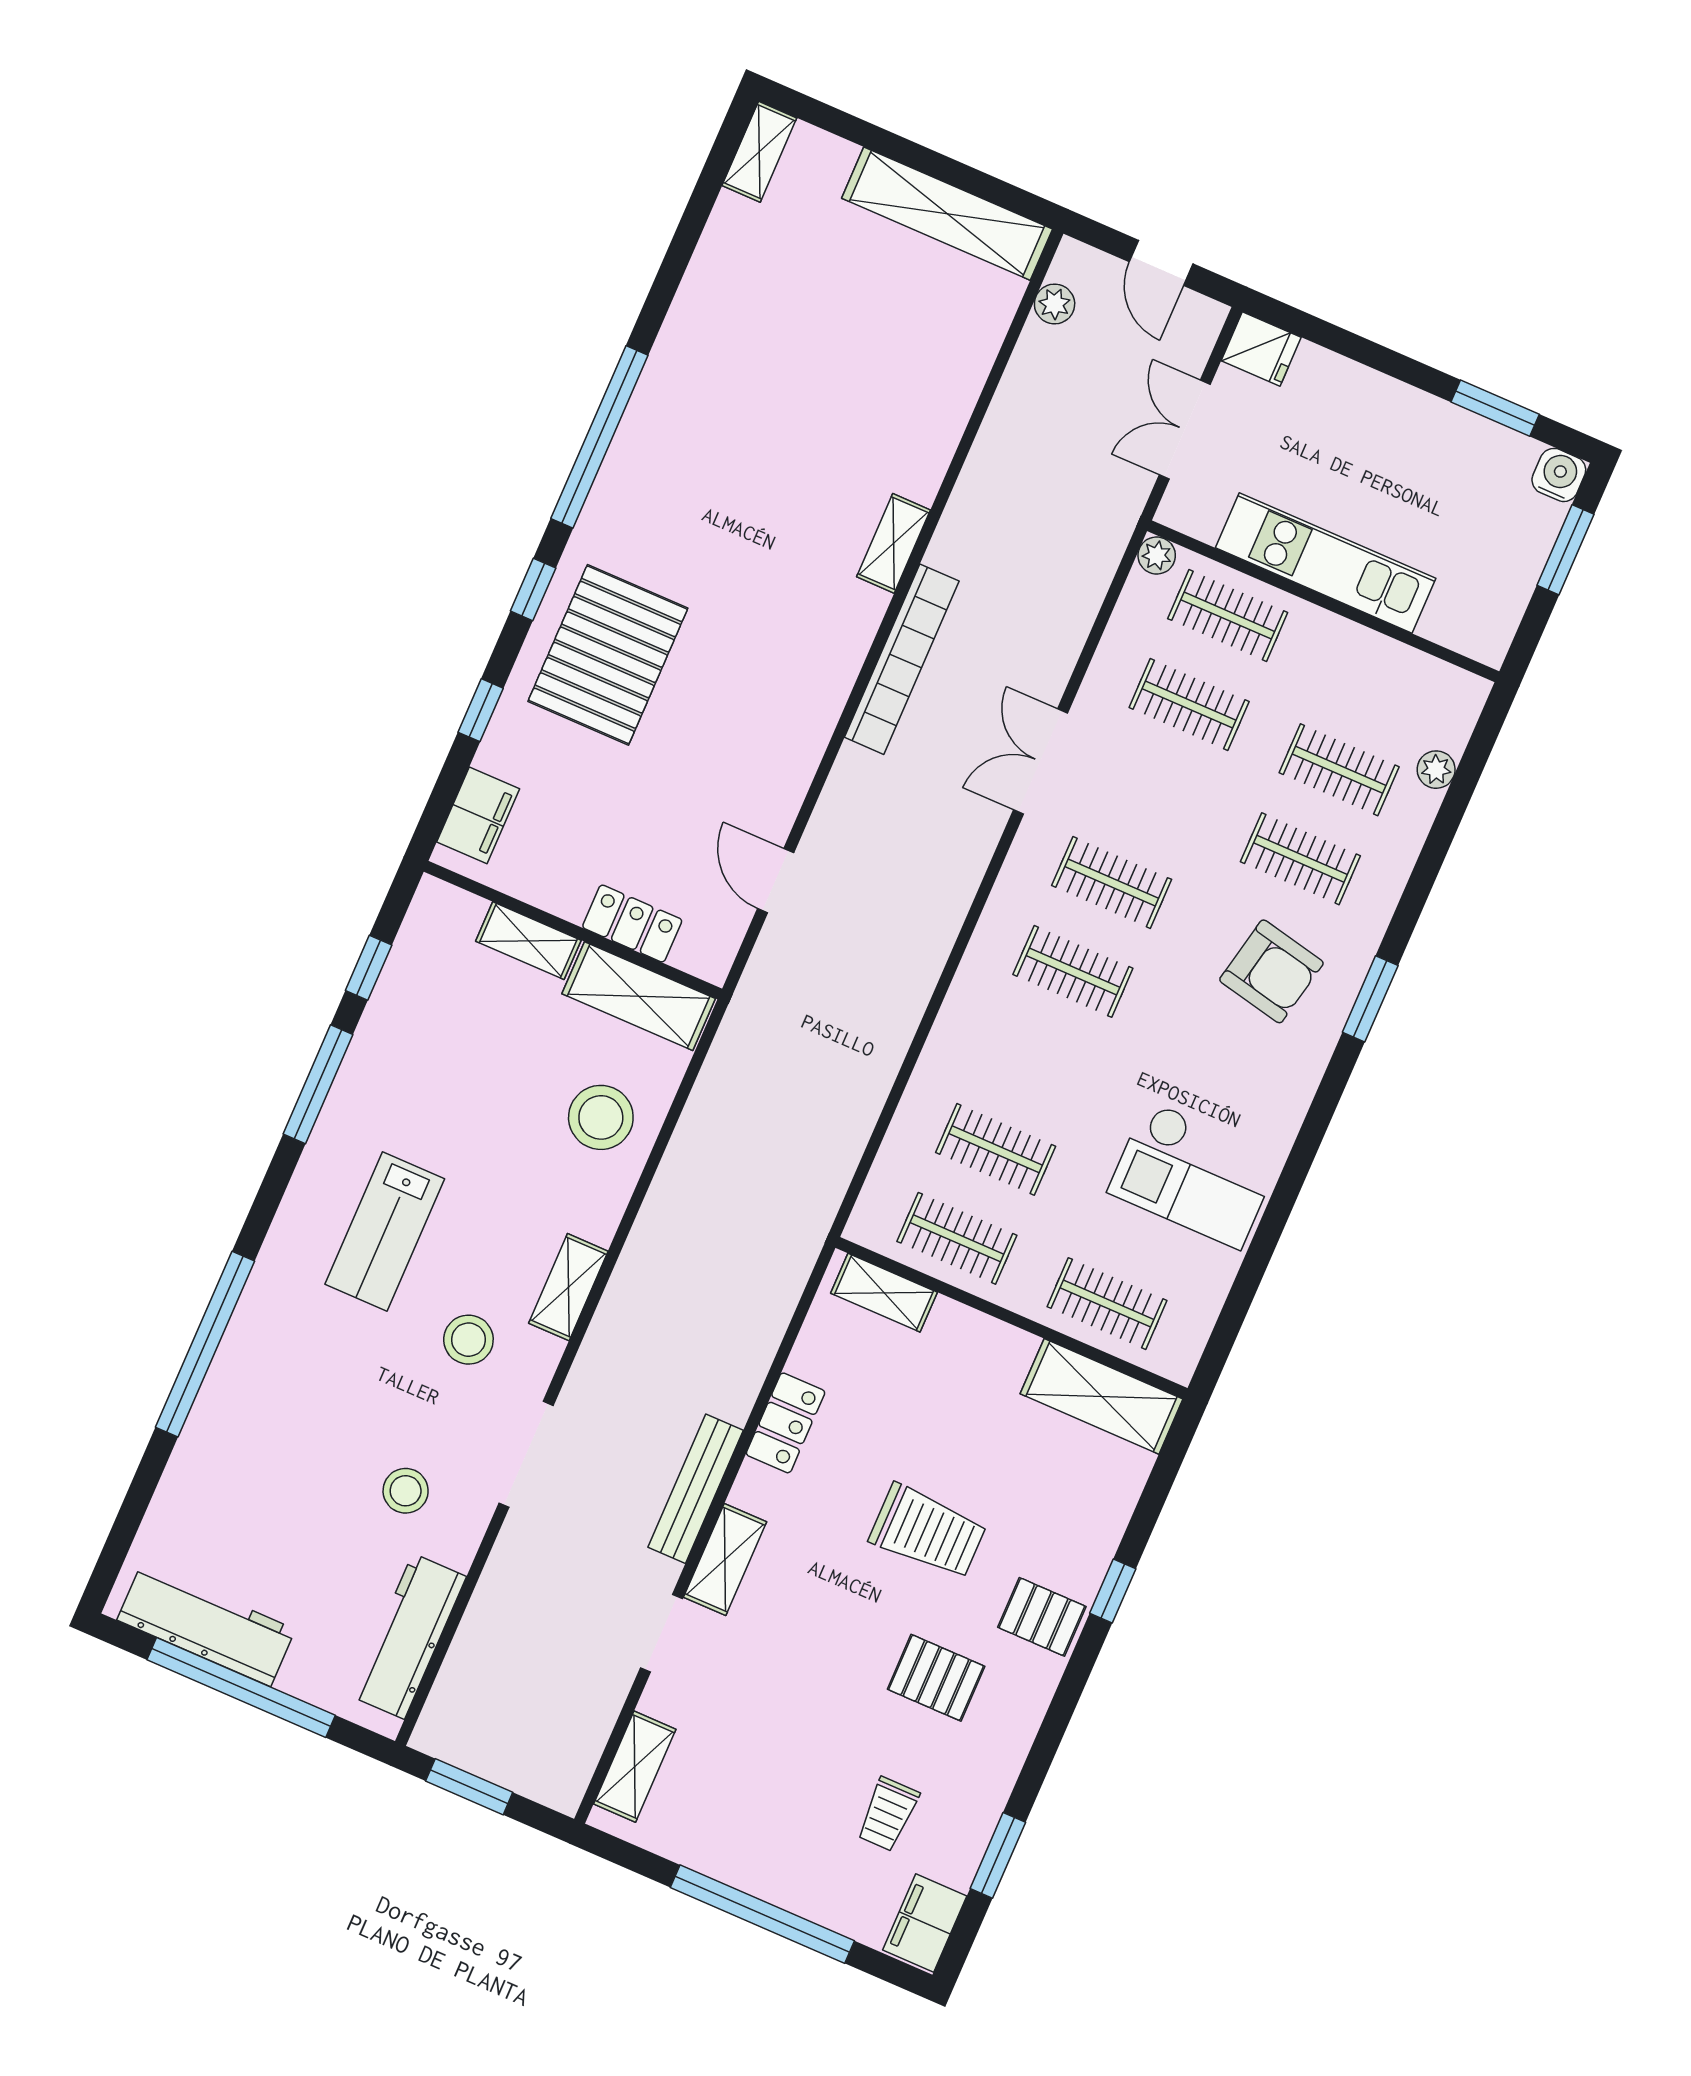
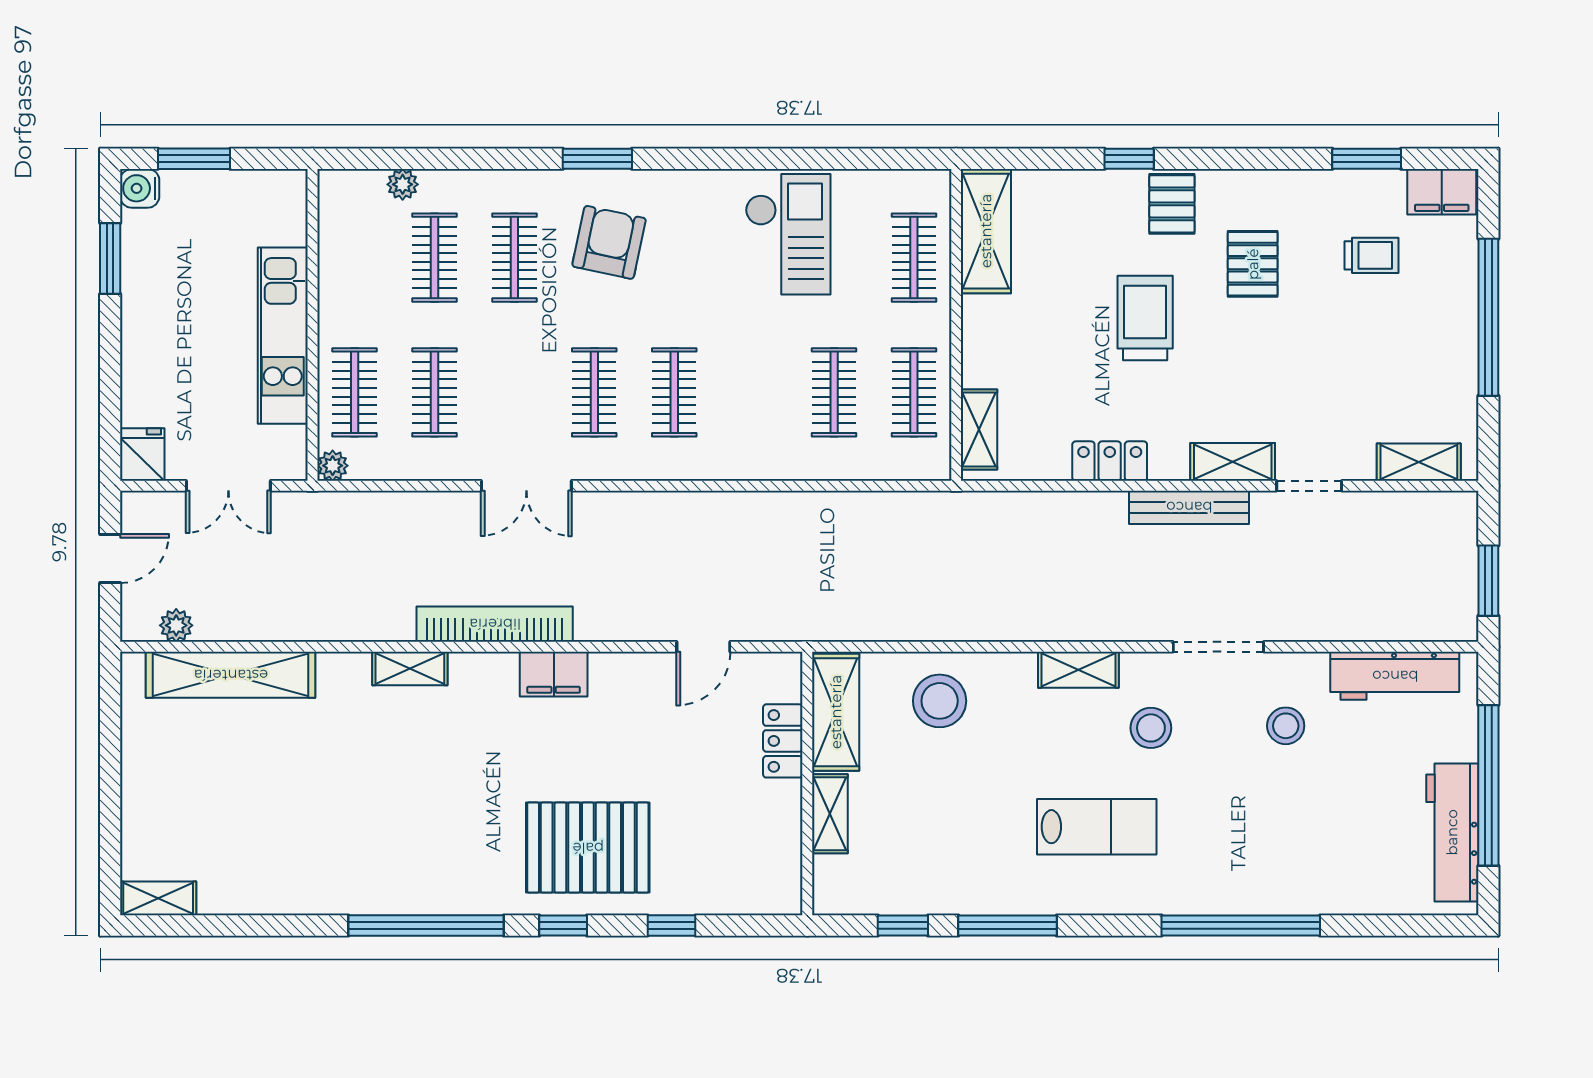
shelving: (947, 214) -> (231, 675), moved, turned 90
filing cabinet: (478, 815) -> (554, 674), moved, turned 180

